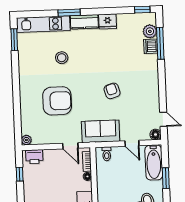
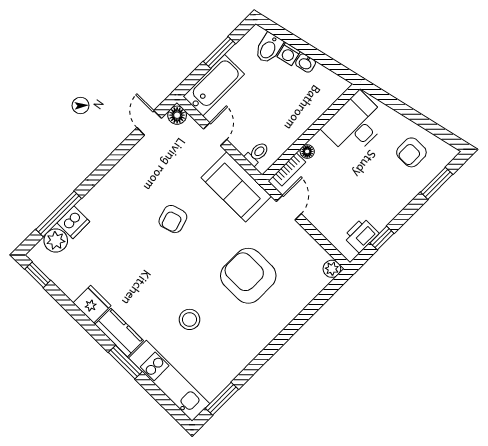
printer: (34, 157) -> (361, 235), moved, turned -90

